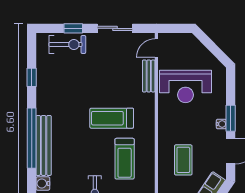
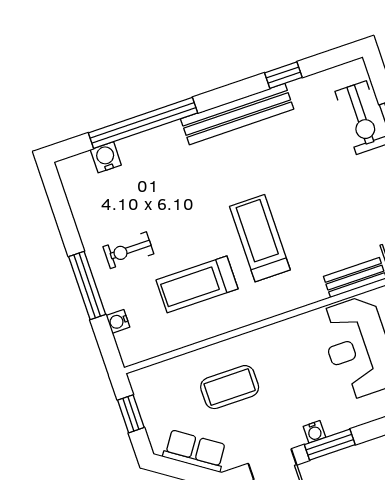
window: (32, 138) -> (143, 123), moved
bench: (44, 145) -> (237, 114), moved

